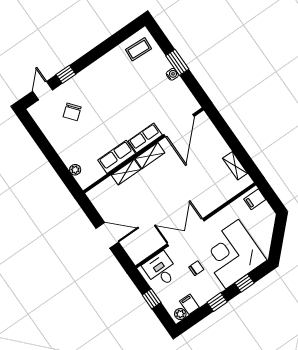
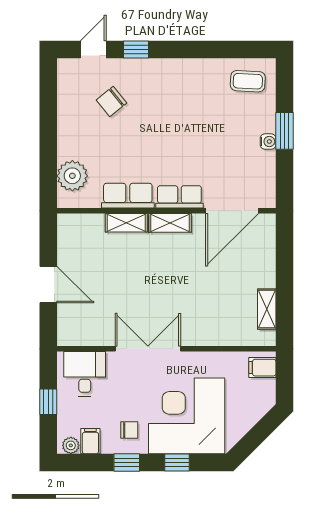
plant: (75, 170) -> (72, 176), width x1.88, depth x1.88
chair: (196, 268) -> (129, 430), moved

